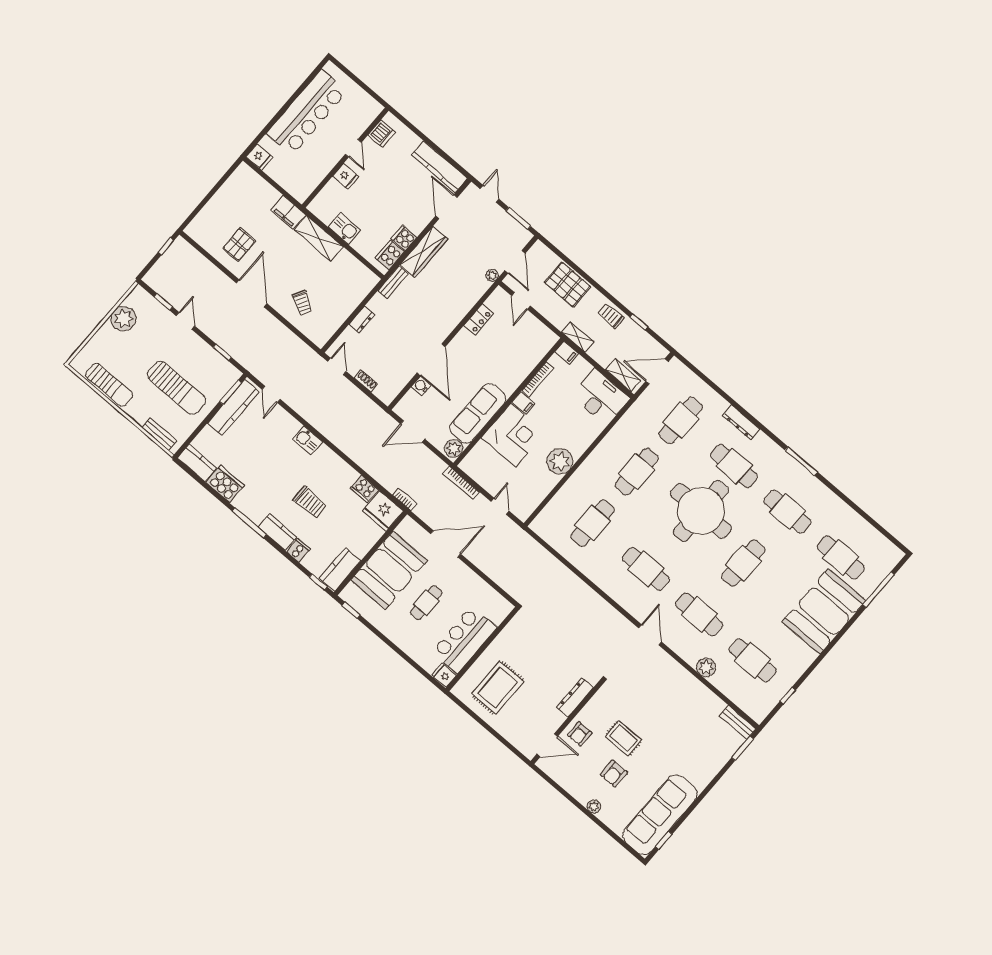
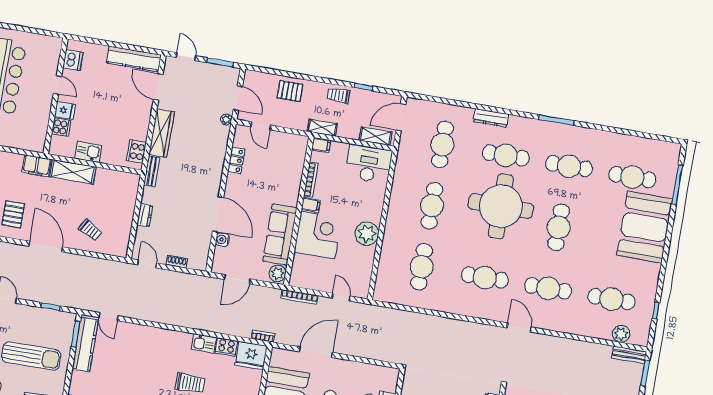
cooker: (404, 238) -> (61, 127), moved, turned 180
pallet: (568, 285) -> (290, 91), width x0.67, depth x0.71
kitchen sink: (307, 440) -> (204, 343), moved
plant: (706, 667) -> (621, 334), moved

